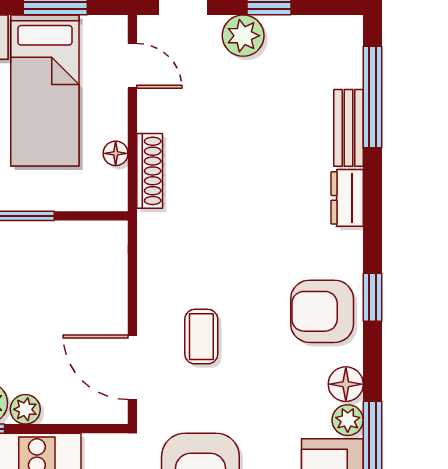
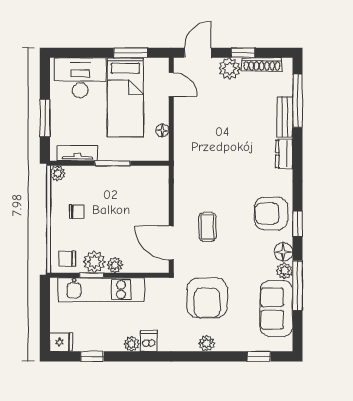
shoe rack: (150, 171) -> (262, 64), moved, turned 90
window: (373, 297) -> (298, 224), moved

